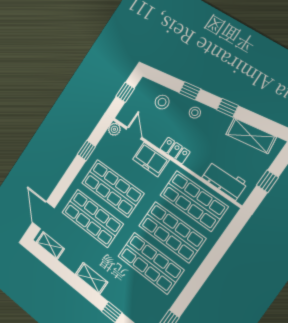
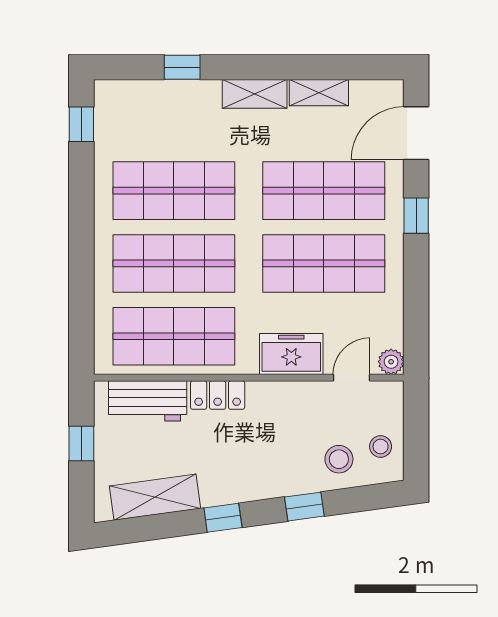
window: (125, 92) -> (416, 435), removed
stool: (195, 113) -> (381, 447), moved
door: (134, 133) -> (351, 378), swing flipped
locker: (175, 150) -> (218, 395), moved
window: (86, 151) -> (416, 216), moved
door: (43, 215) -> (416, 133), swing flipped
shelving: (50, 245) -> (319, 93), moved

